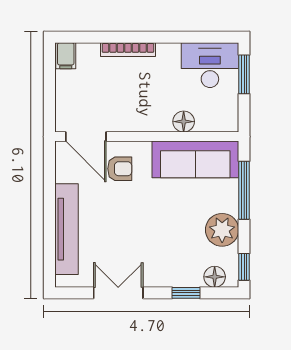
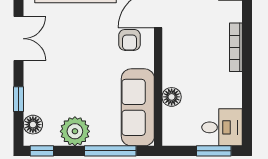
desk: (210, 65) -> (222, 127), width x0.73

